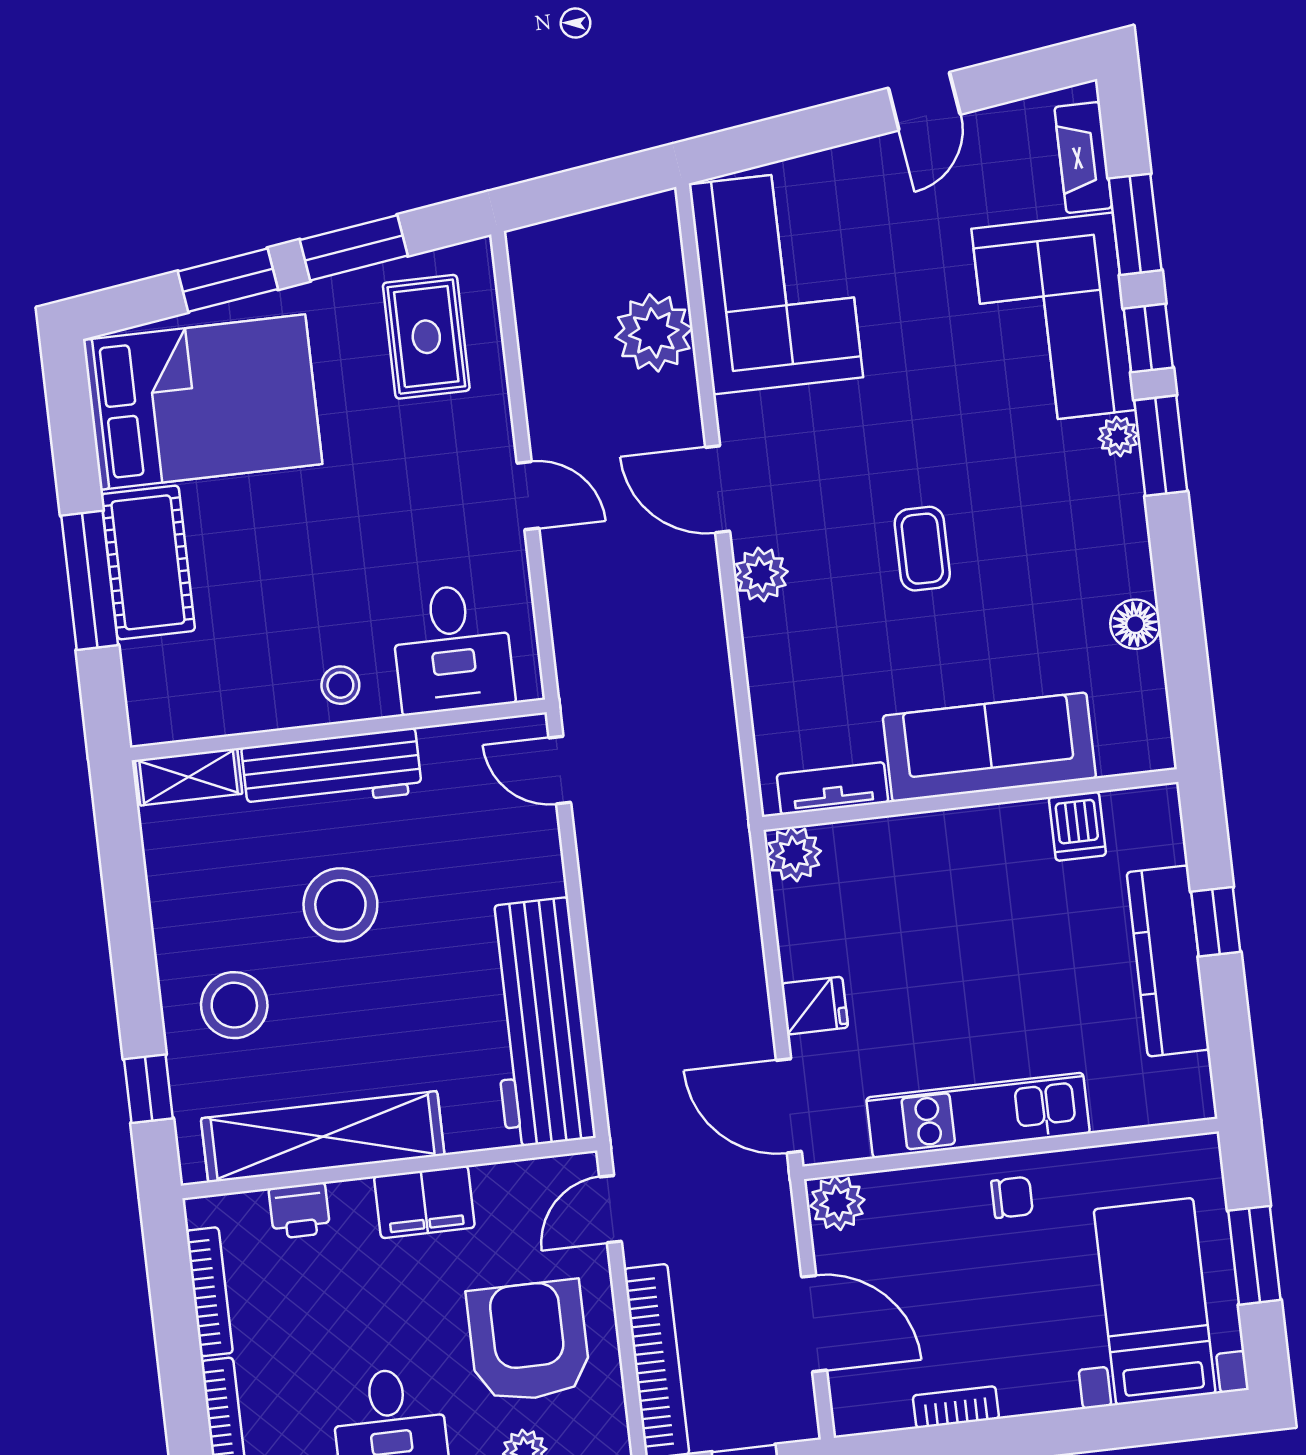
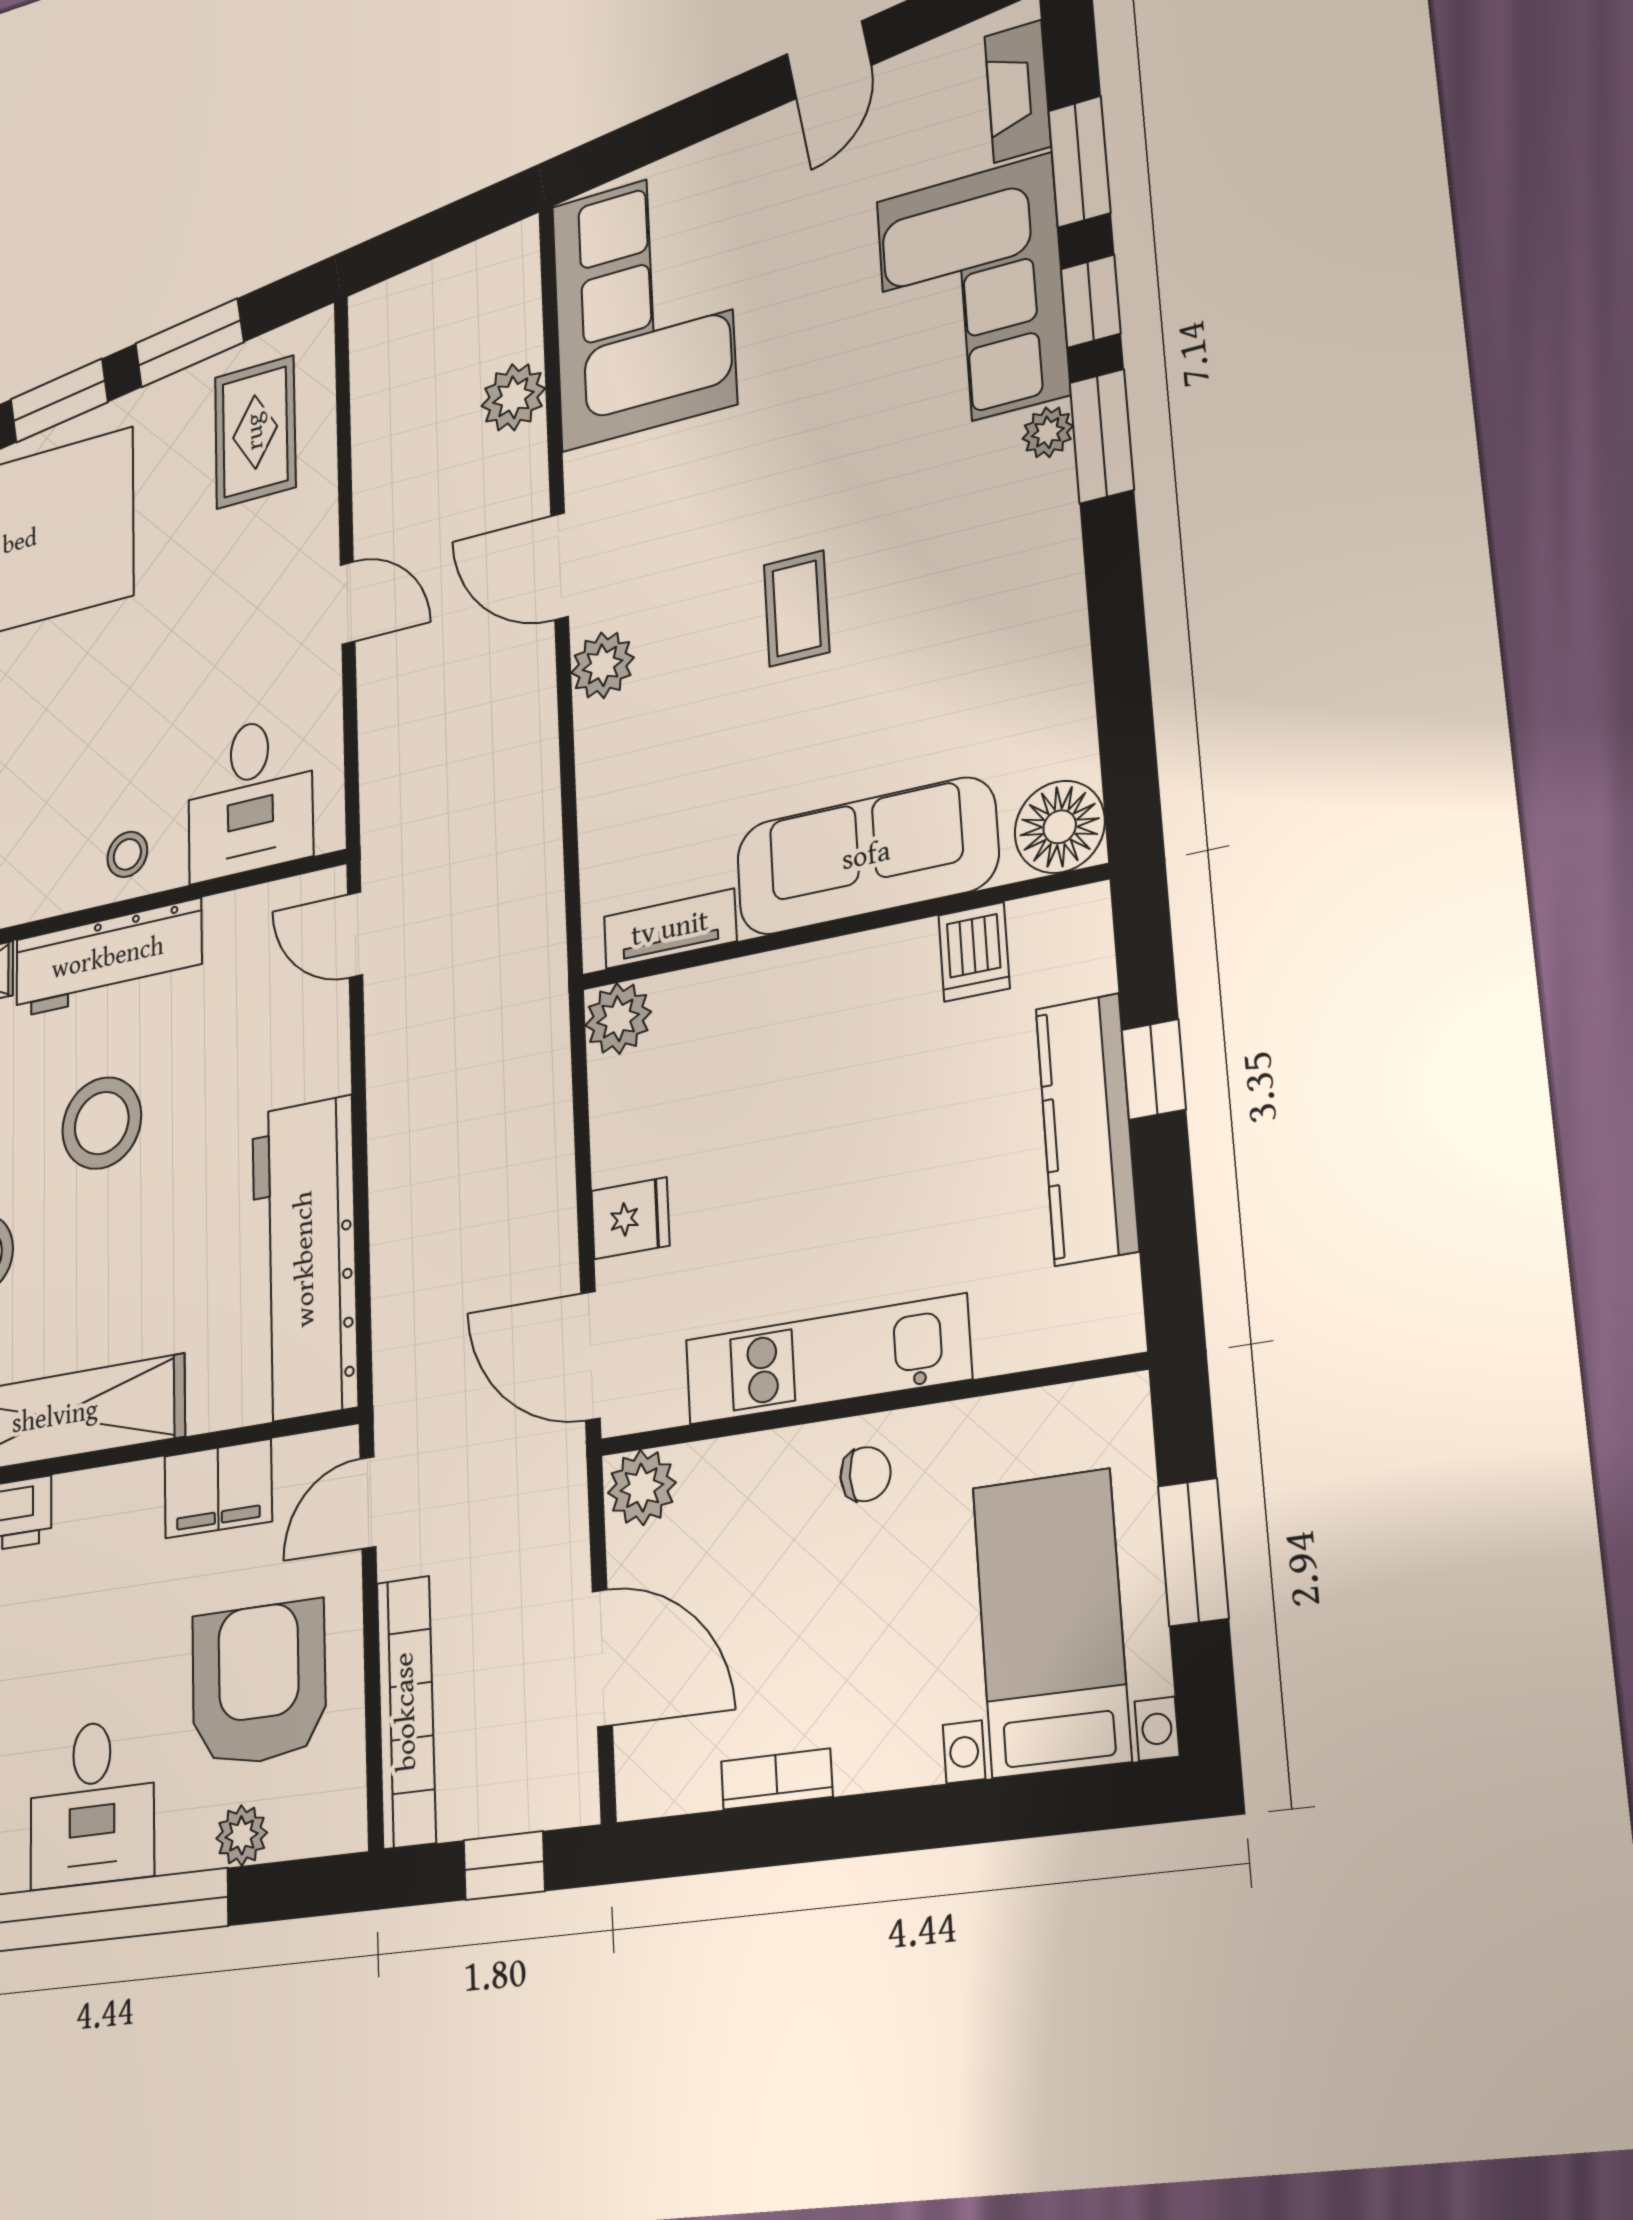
plant: (654, 333) -> (513, 397), width x0.73, depth x0.73
floor lamp: (1135, 624) -> (1060, 827), moved, width x1.38, depth x1.38
filing cabinet: (424, 1202) -> (218, 1489), moved

